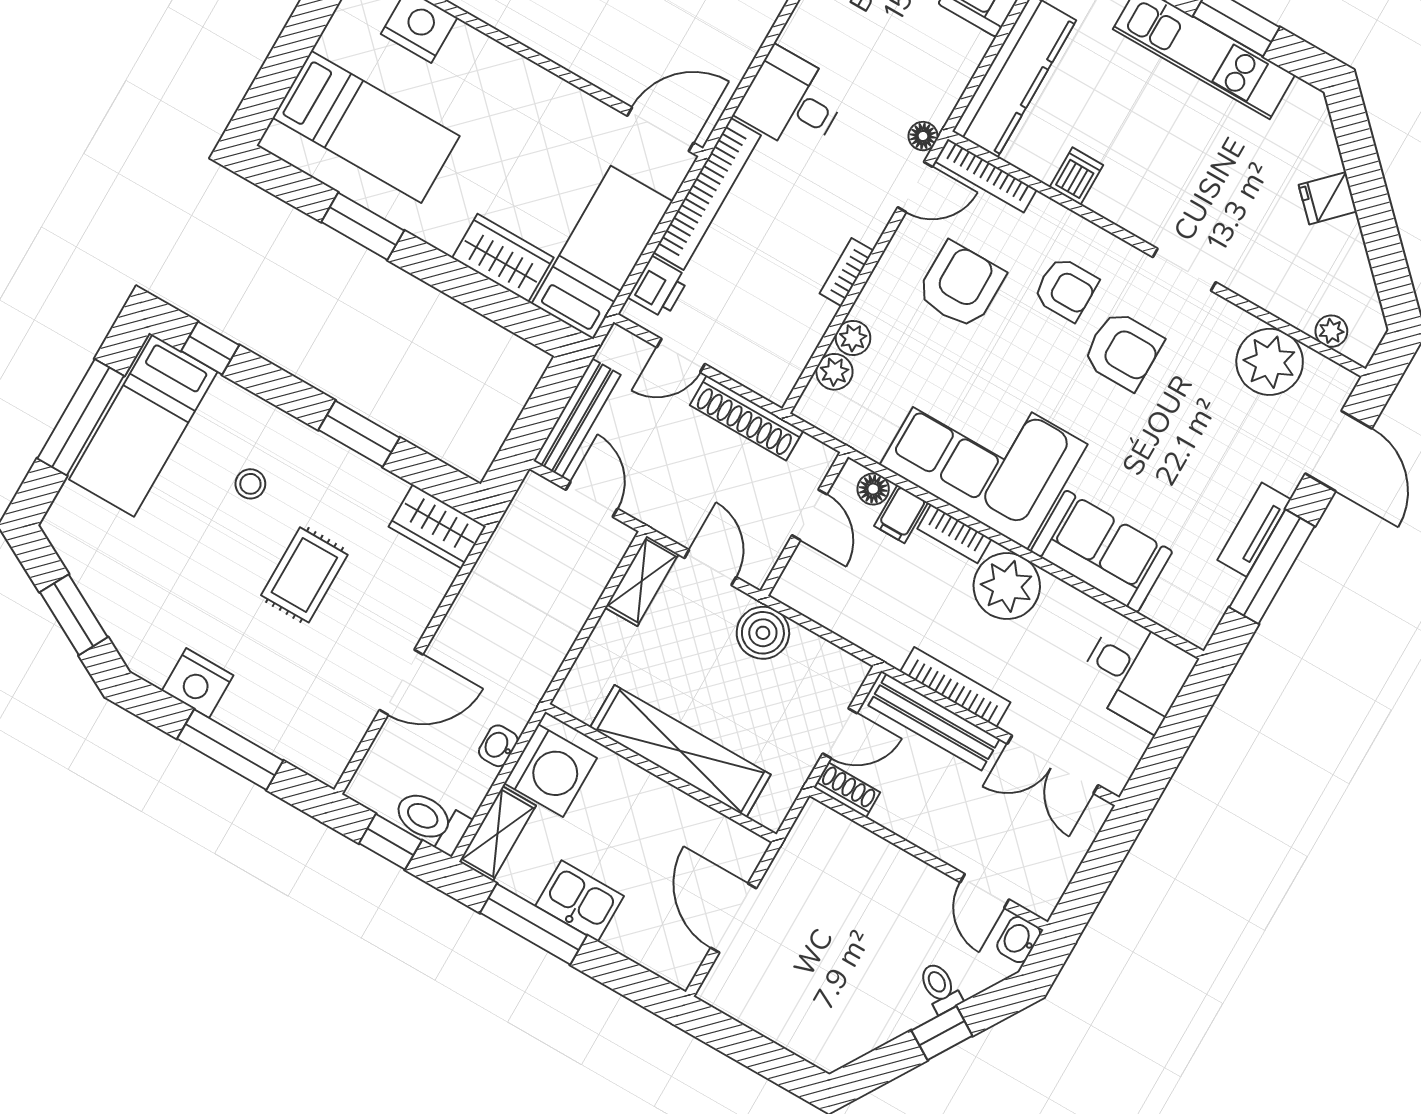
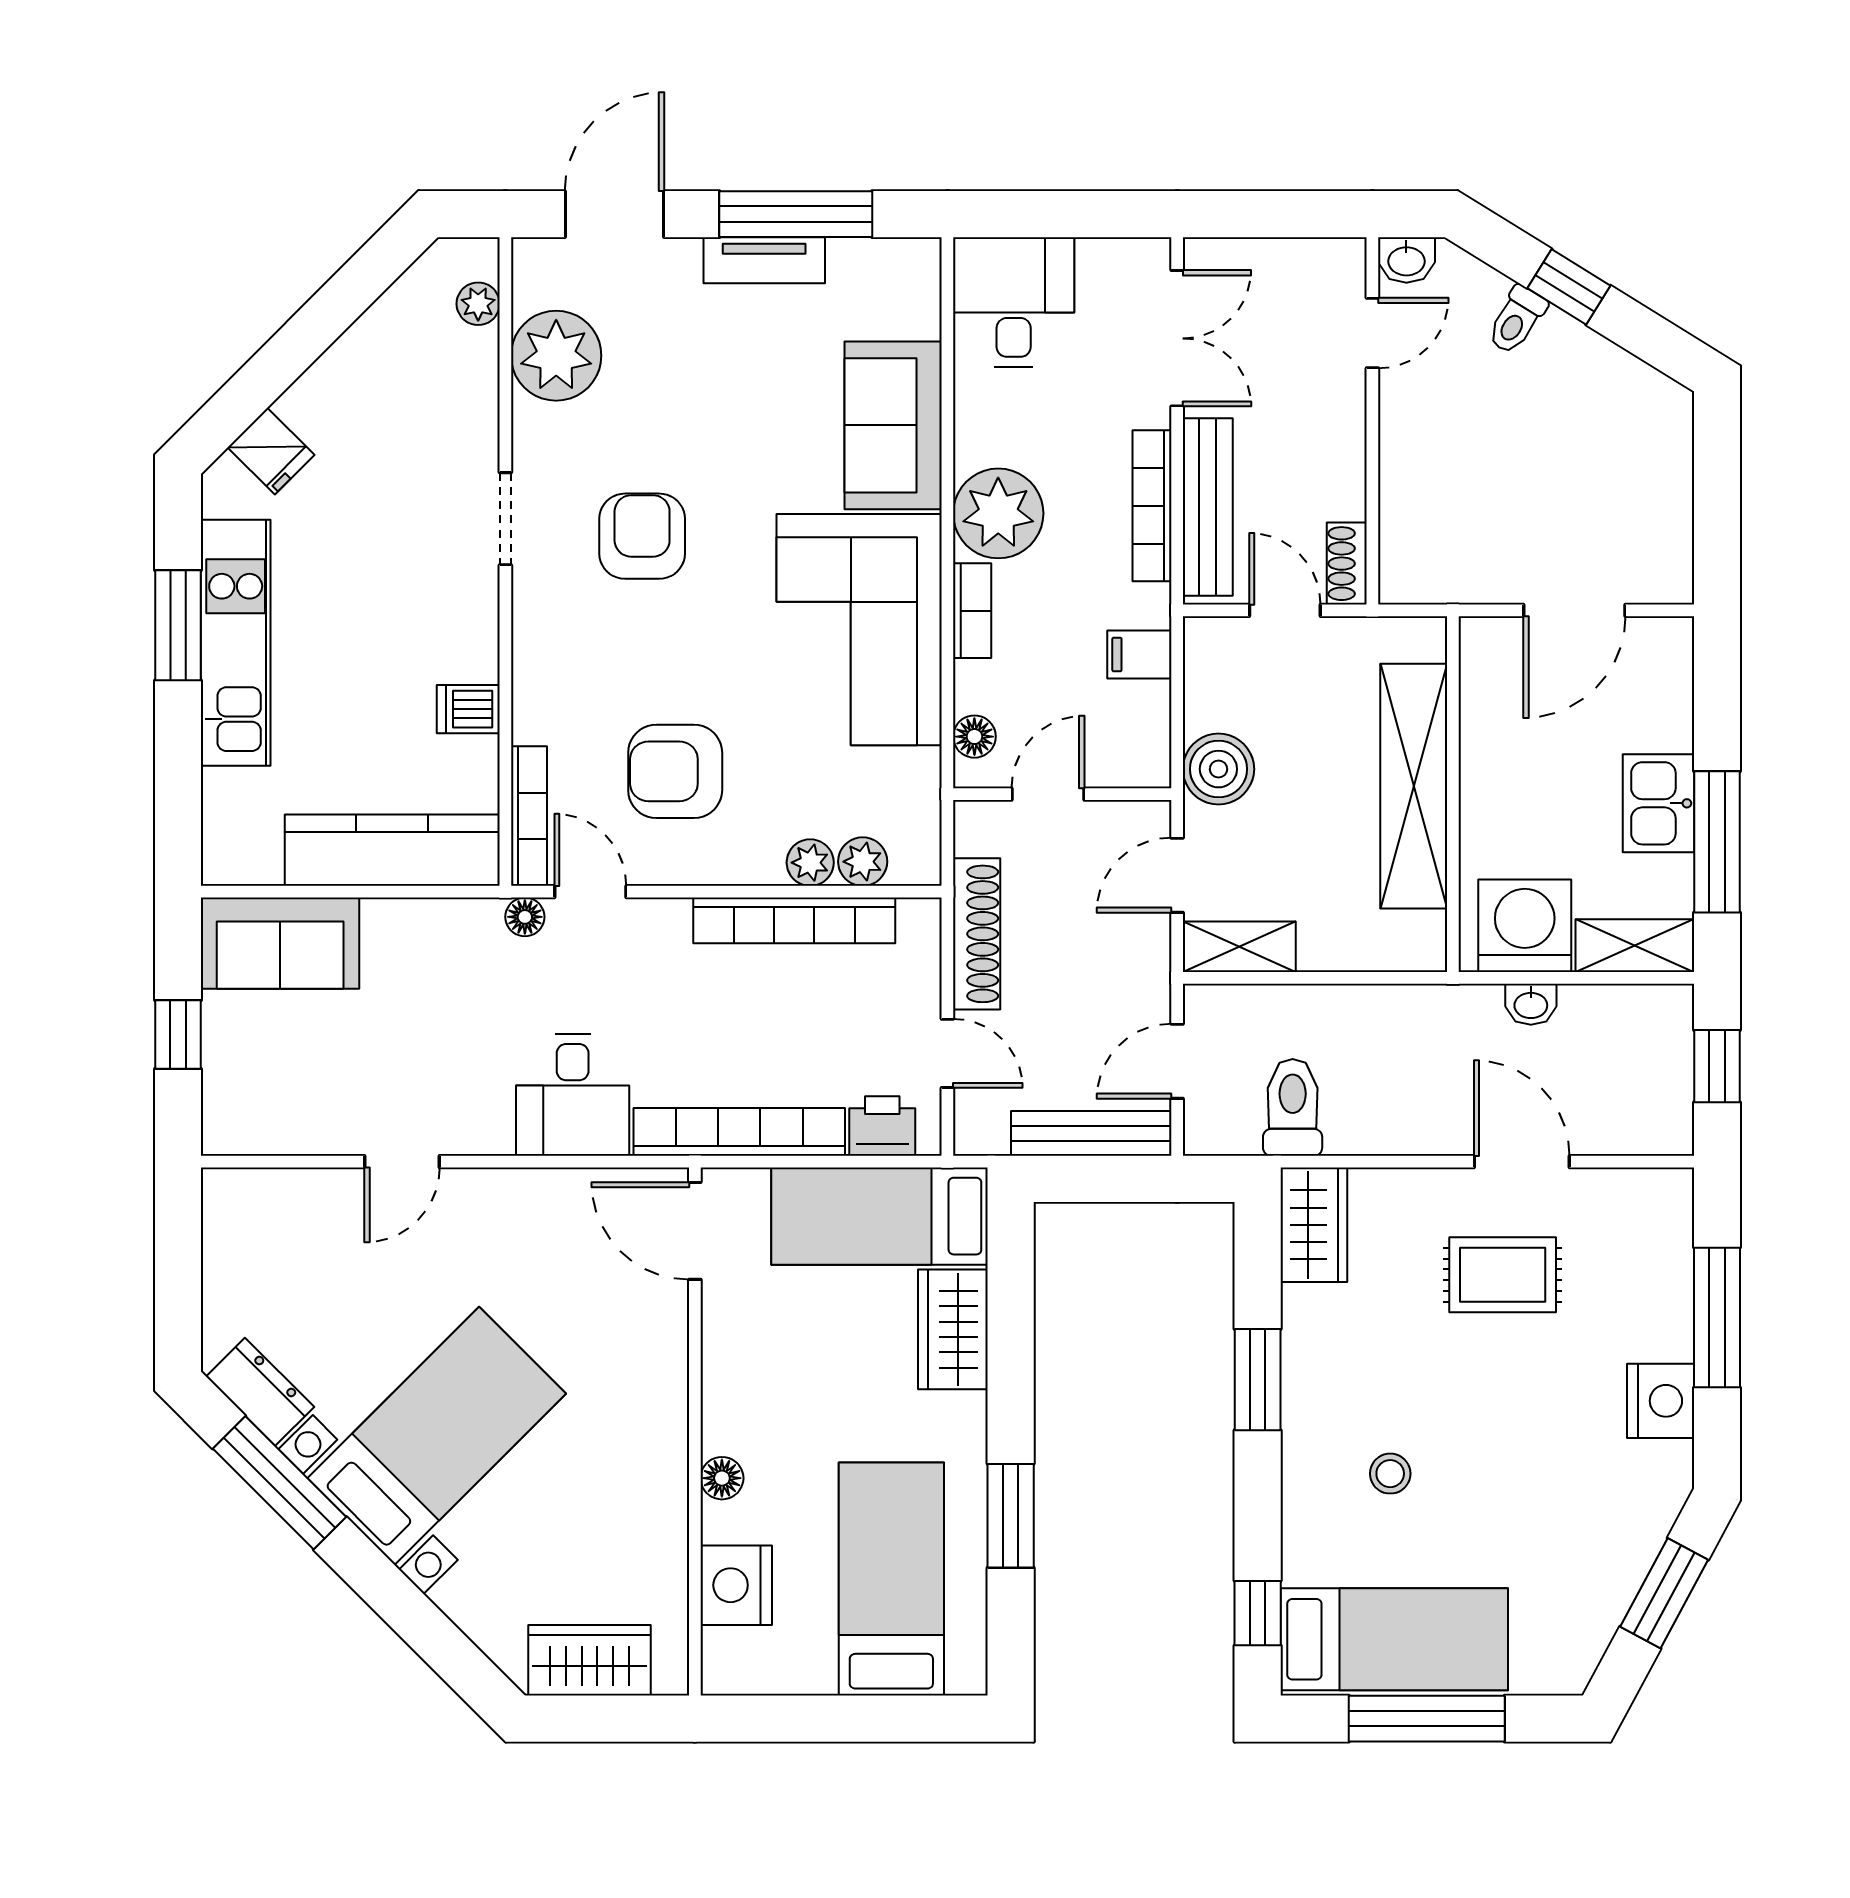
floor lamp: (493, 56) -> (722, 1478), added
fridge: (1328, 198) -> (271, 451), moved
bookcase: (846, 272) -> (794, 920), width x2.31, depth x1.31
armchair: (1066, 289) -> (608, 645), removed
filing cabinet: (901, 514) -> (1139, 654), moved, turned 180
rug: (304, 575) -> (1503, 1275), moved
toilet: (431, 821) -> (1293, 1107), moved, turned 180

